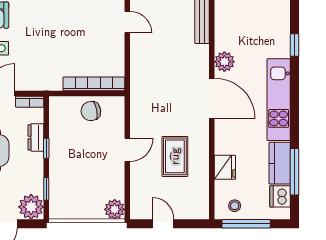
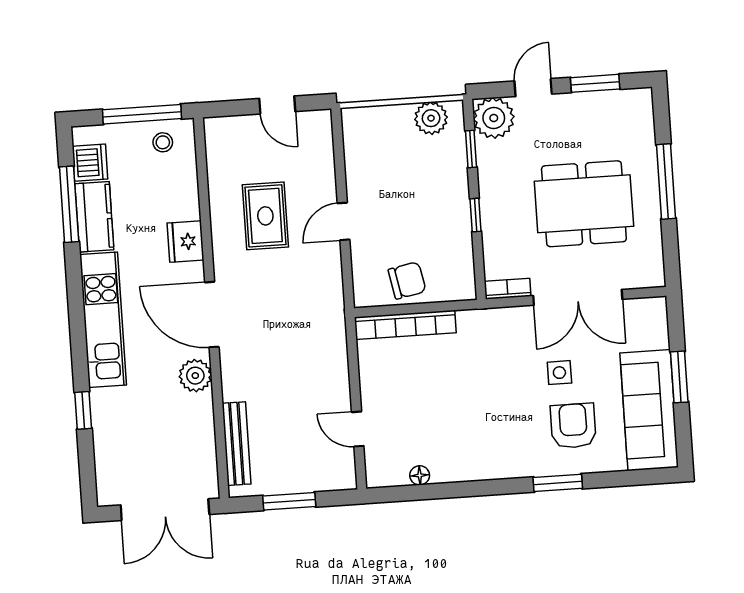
dresser: (36, 137) -> (494, 231), removed
fridge: (225, 167) -> (185, 242), moved
plant: (115, 209) -> (431, 118), moved

